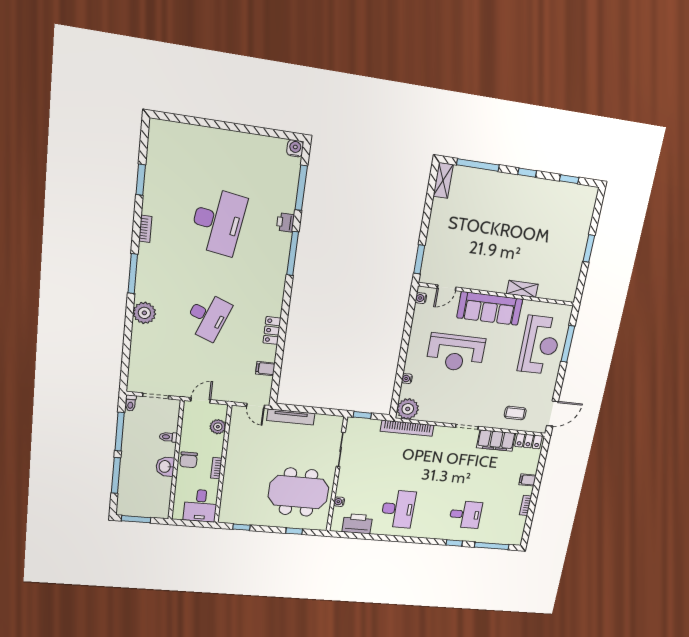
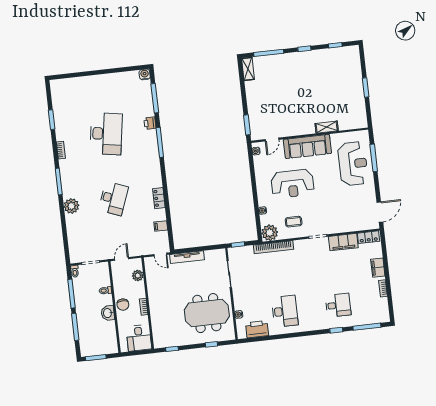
coffee table: (515, 413) -> (294, 222), moved
filing cabinet: (528, 480) -> (378, 268), width x2.00

